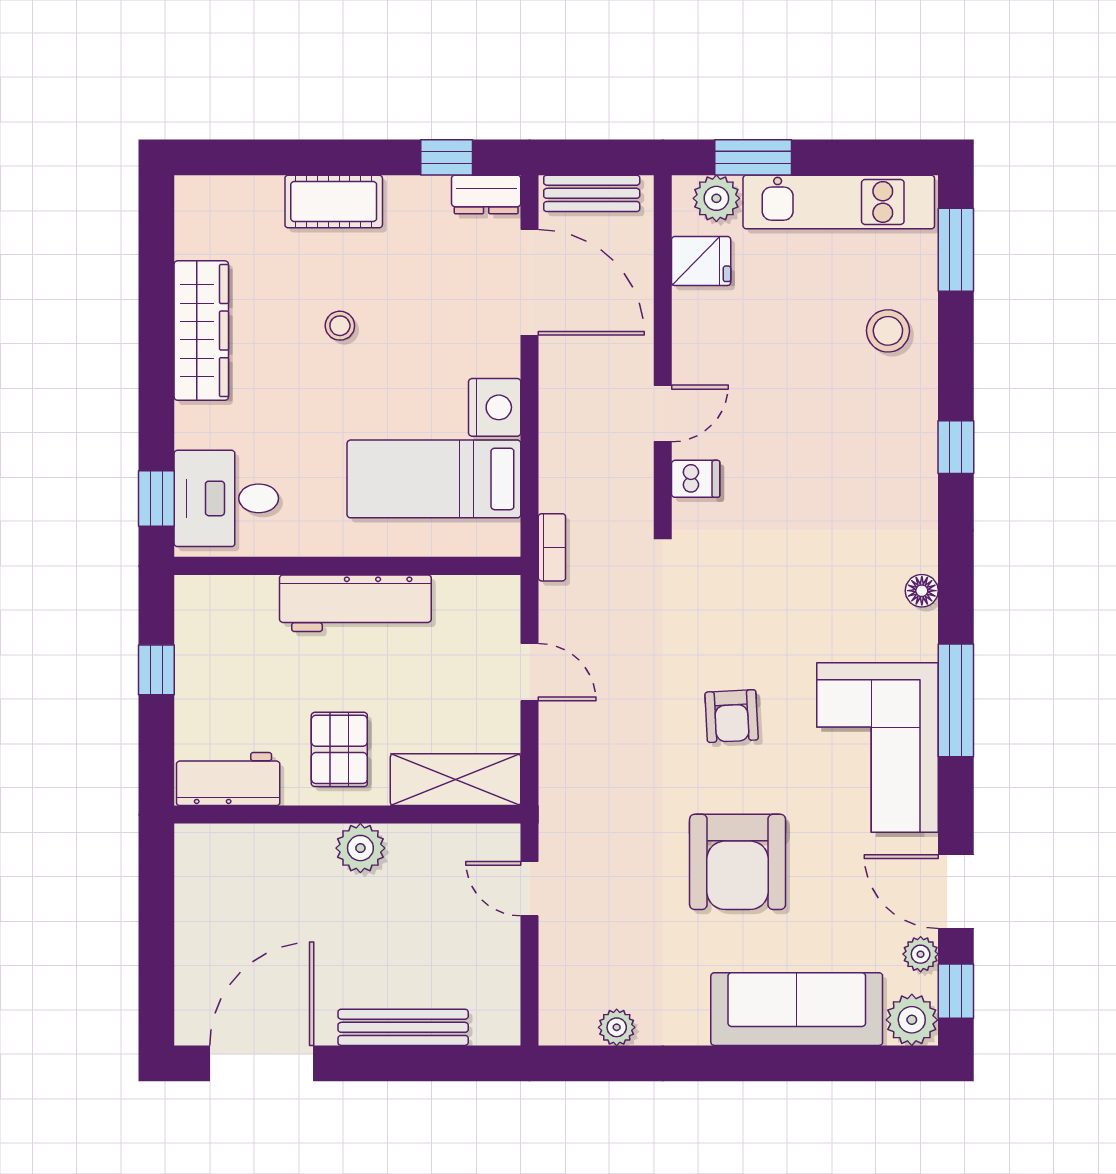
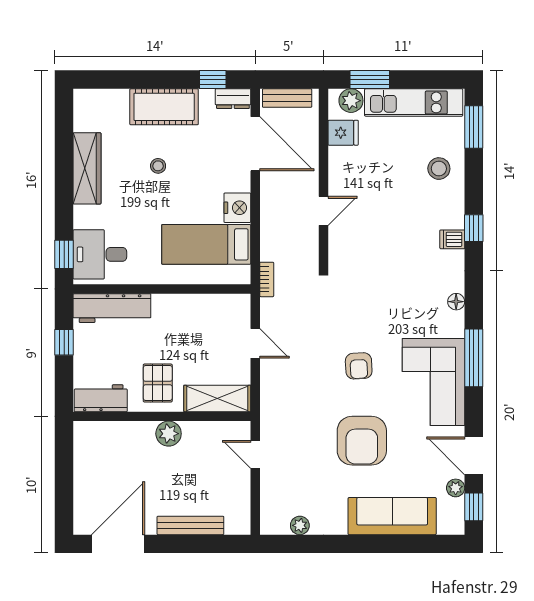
cot: (334, 201) -> (164, 107), width x1.37, depth x1.34
dishwasher: (696, 479) -> (452, 239), moved, turned 180
workbench: (355, 603) -> (112, 308), moved
plant: (912, 1020) -> (451, 522), removed

